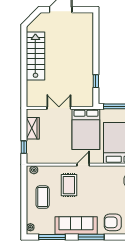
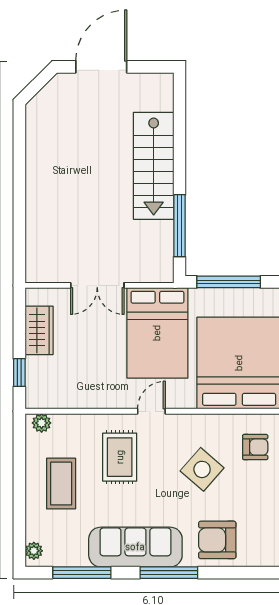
stairs: (35, 56) -> (154, 166), moved, turned 180
window: (96, 81) -> (180, 226), width x2.17
double door: (59, 108) -> (97, 285), swing flipped
side table: (106, 191) -> (202, 469), added

